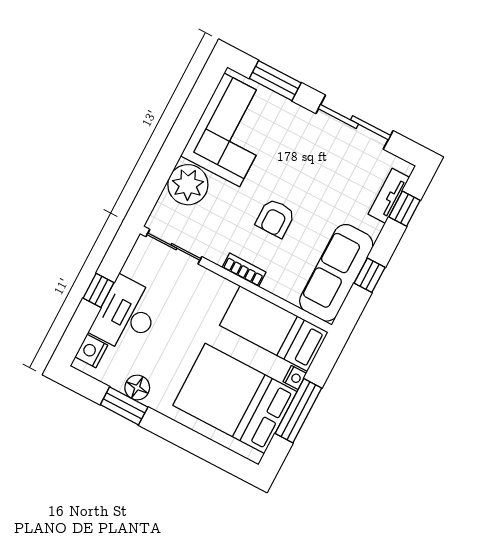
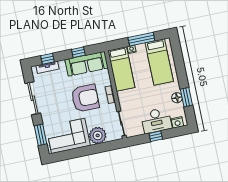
armchair: (275, 218) -> (85, 98), width x1.88, depth x1.88
bed: (235, 398) -> (159, 62), width x0.67

